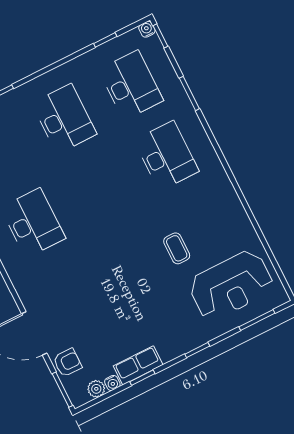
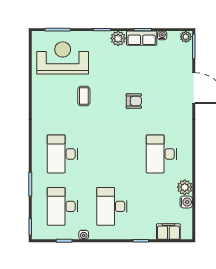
water cooler: (147, 29) -> (84, 235), moved
plant: (170, 349) -> (118, 38), added
armchair: (67, 363) -> (134, 101), moved, turned 180
plant: (96, 389) -> (186, 37), moved

